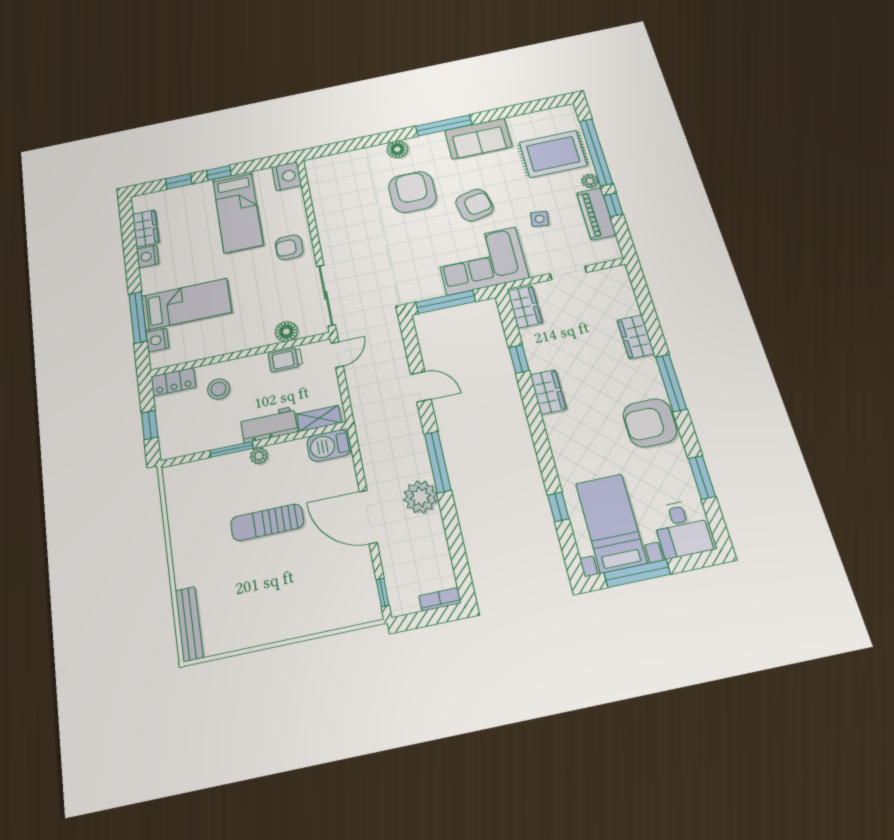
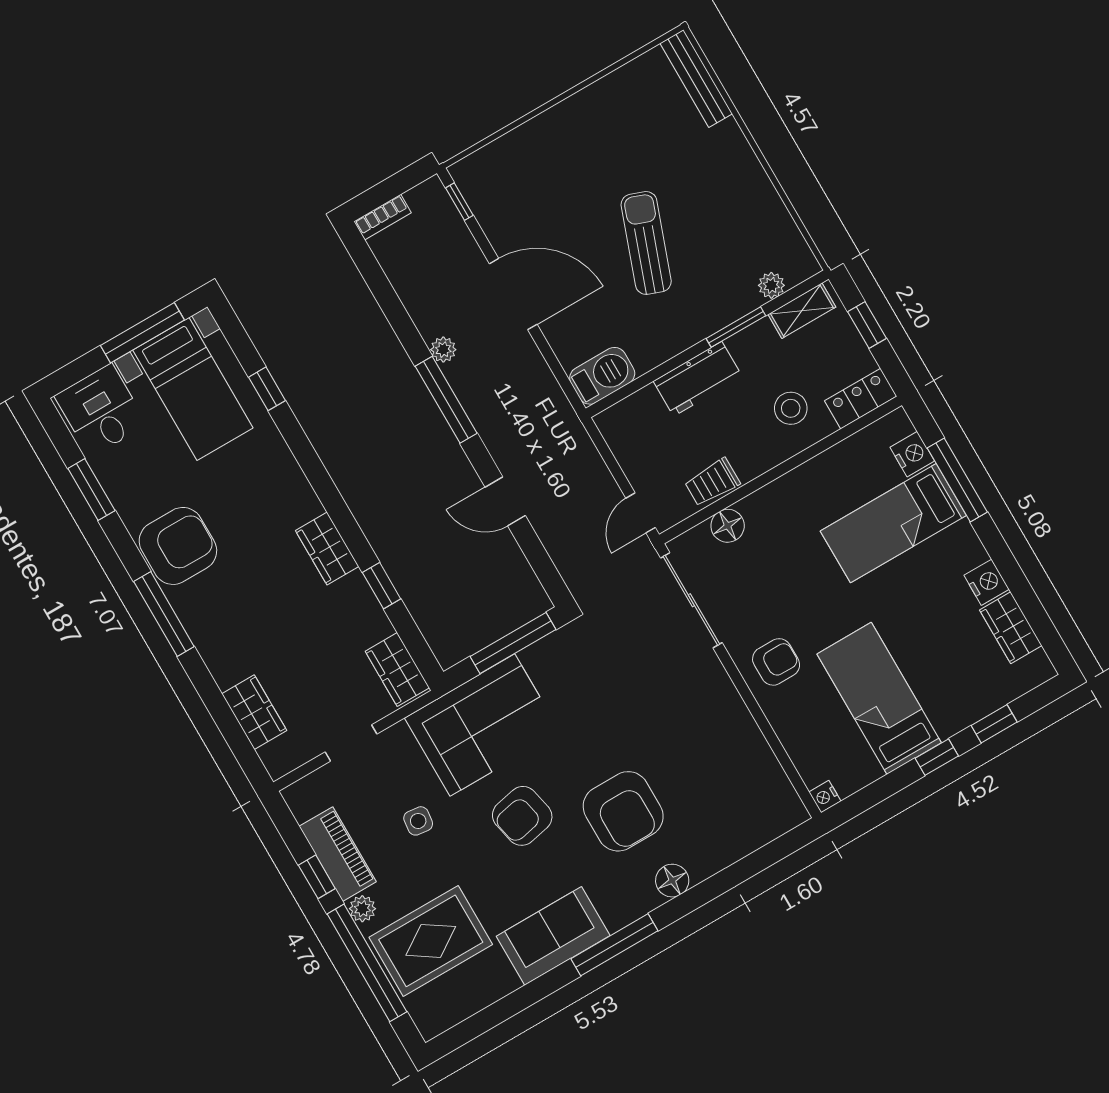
nightstand: (287, 176) -> (825, 797), width x0.53, depth x0.56
wardrobe: (636, 337) -> (254, 712), moved
trolley: (285, 360) -> (712, 482), turned 180
shelving: (319, 418) -> (802, 311), moved
plant: (259, 456) -> (771, 285), moved
plant: (420, 497) -> (443, 350), width x0.53, depth x0.53
sun lounger: (267, 522) -> (646, 243), turned -70

